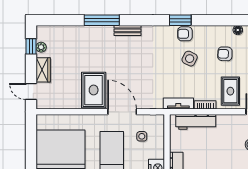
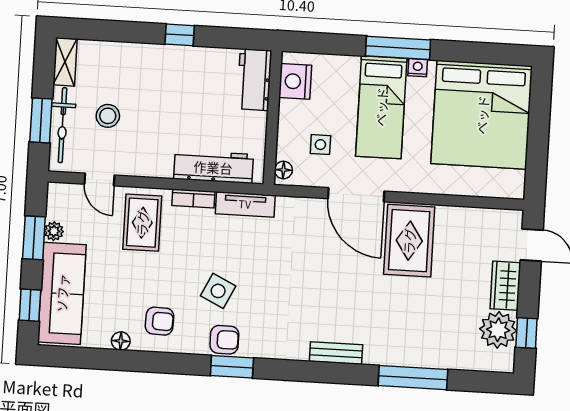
window: (102, 20) -> (413, 378), moved
plant: (41, 47) -> (498, 330), width x1.88, depth x1.88
armchair: (225, 54) -> (159, 321), moved
floor lamp: (160, 122) -> (283, 170), added

